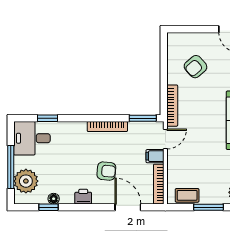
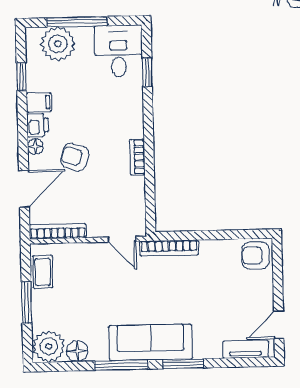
armchair: (195, 67) -> (256, 256), moved, turned -49
window: (143, 118) -> (150, 207), removed
bookcase: (107, 127) -> (137, 157), width x0.64
filing cabinet: (155, 156) -> (39, 102), moved, turned 90
armchair: (106, 171) -> (75, 157), turned 103
floor lamp: (54, 199) -> (35, 147), moved

